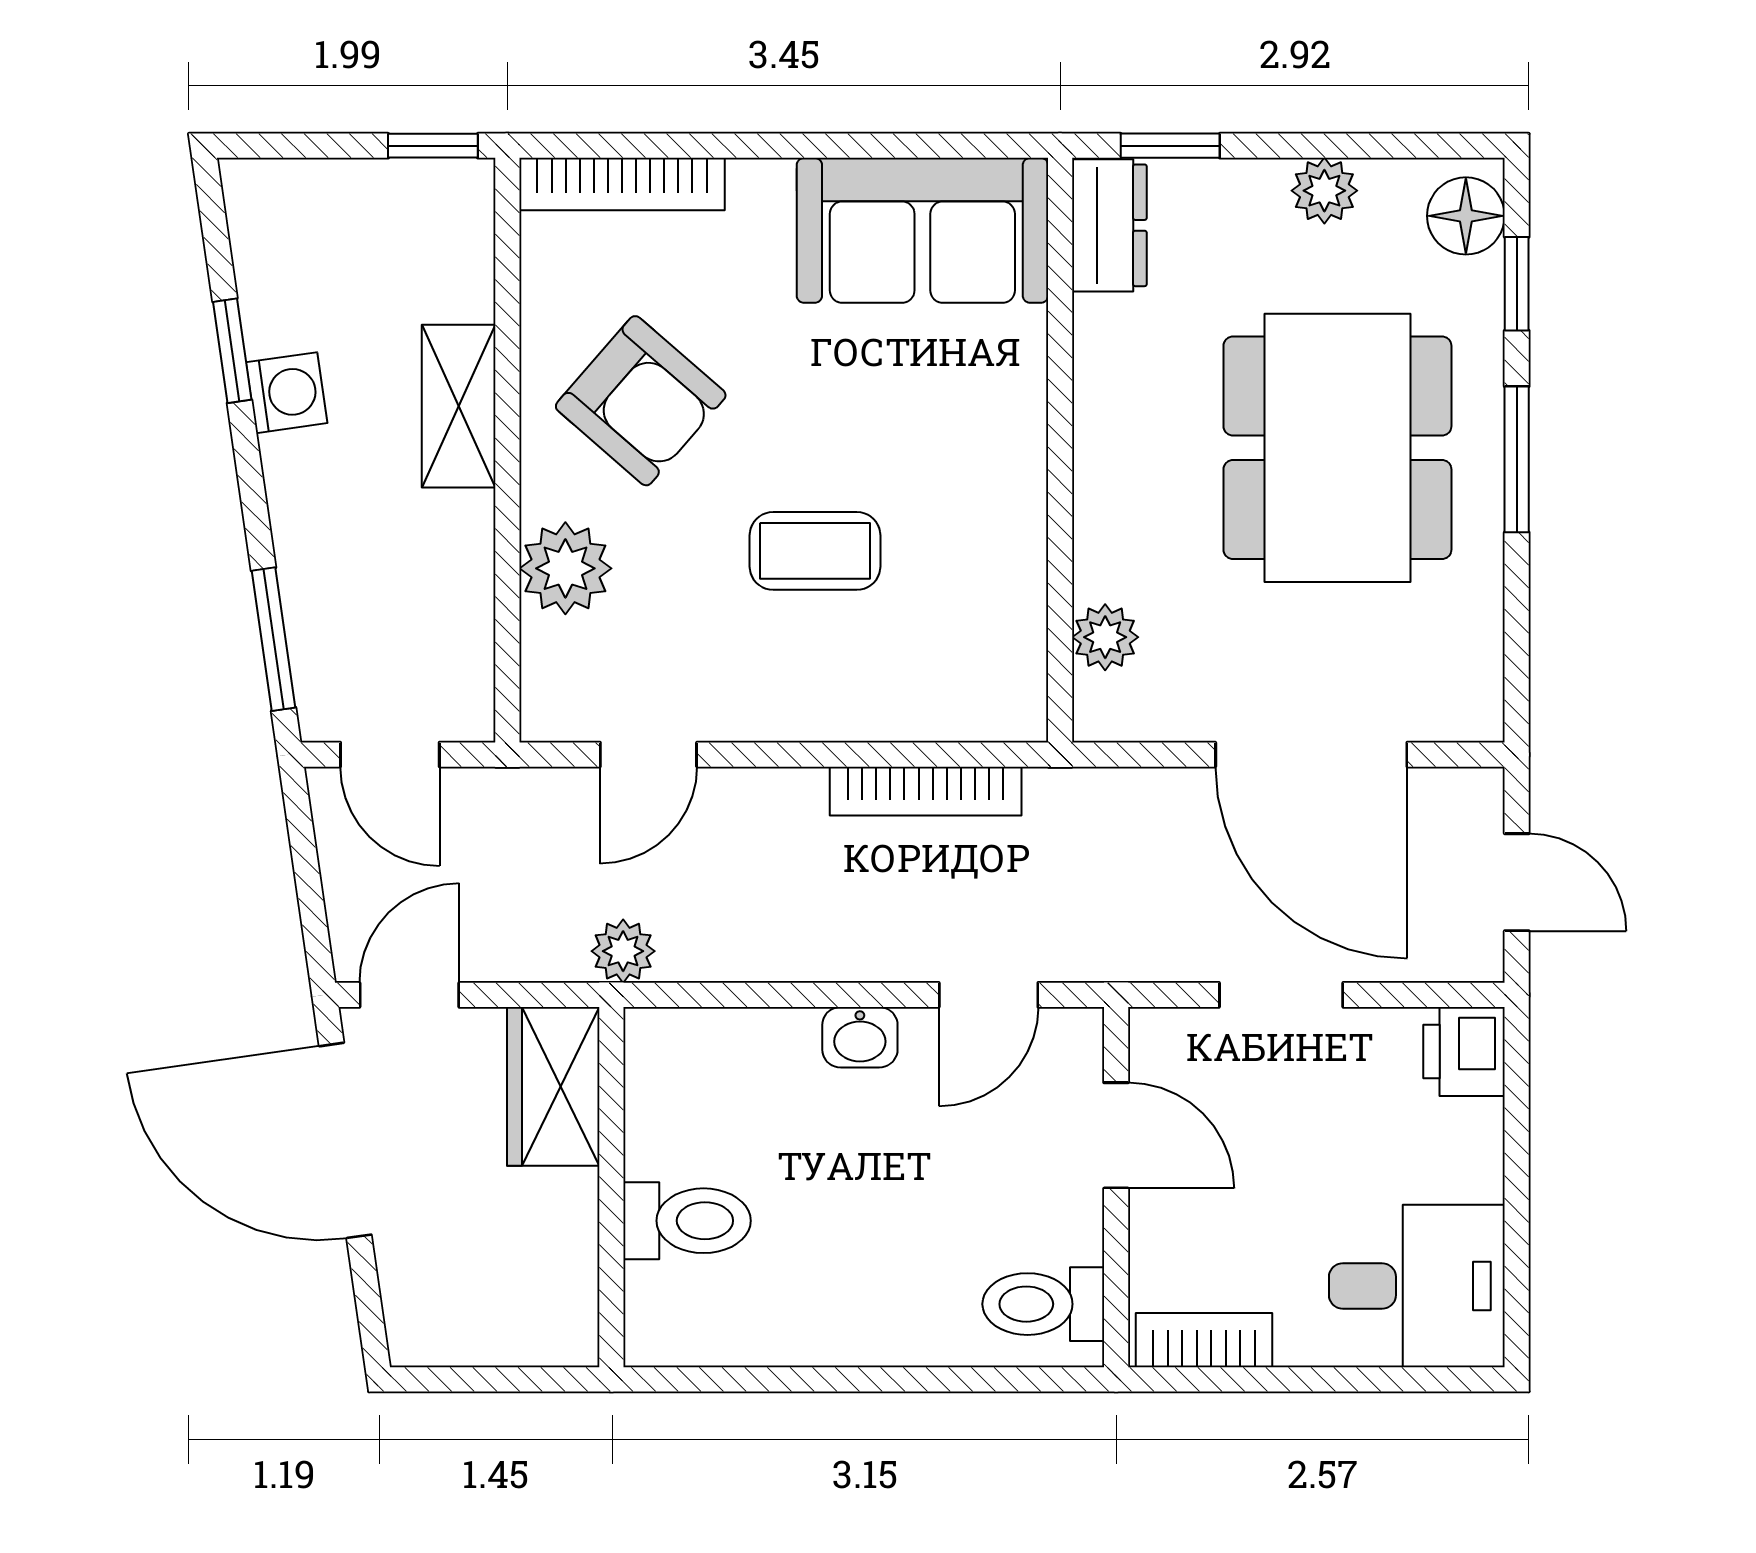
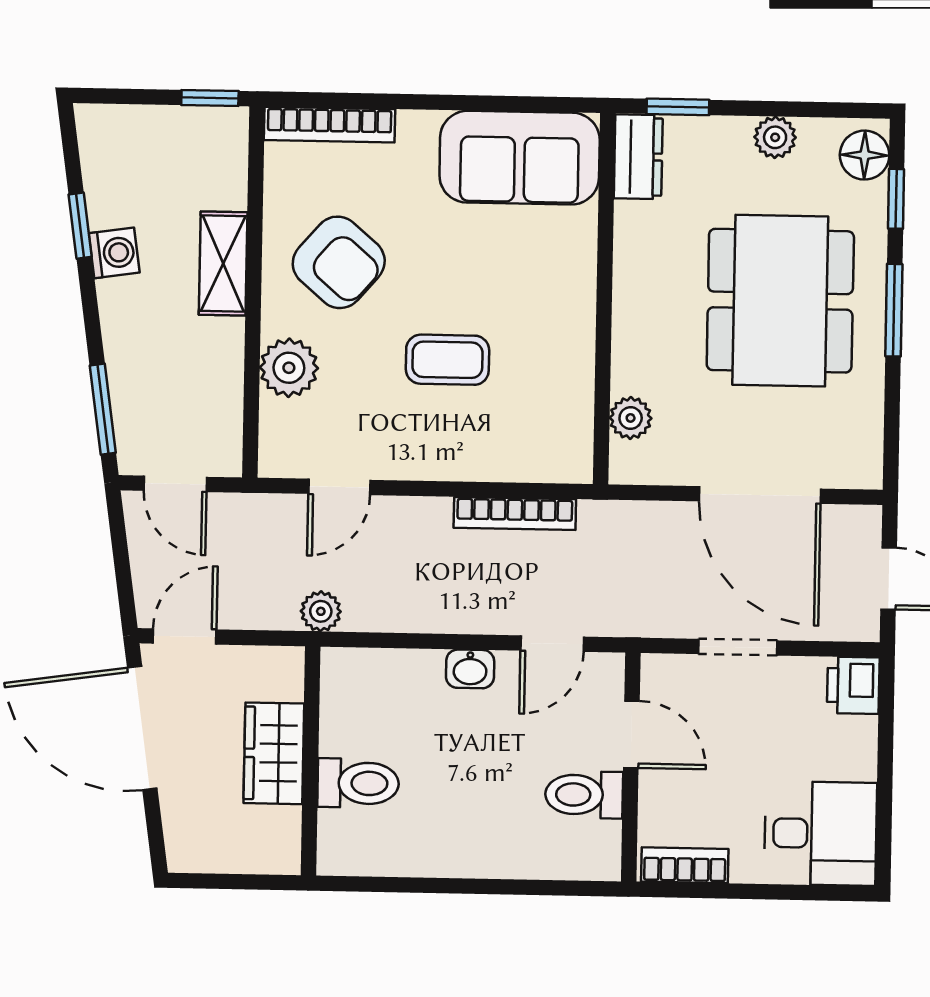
wardrobe: (553, 1086) -> (274, 753), moved
toilet: (1043, 1304) -> (584, 795), moved

